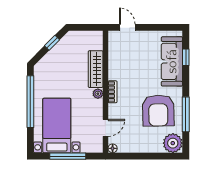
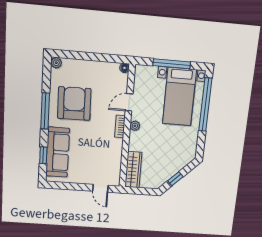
wardrobe: (96, 69) -> (133, 170), moved
window: (30, 102) -> (205, 105), moved
window: (186, 114) -> (45, 111), moved
door: (105, 128) -> (129, 102), moved
plant: (173, 143) -> (56, 63), width x0.53, depth x0.53

